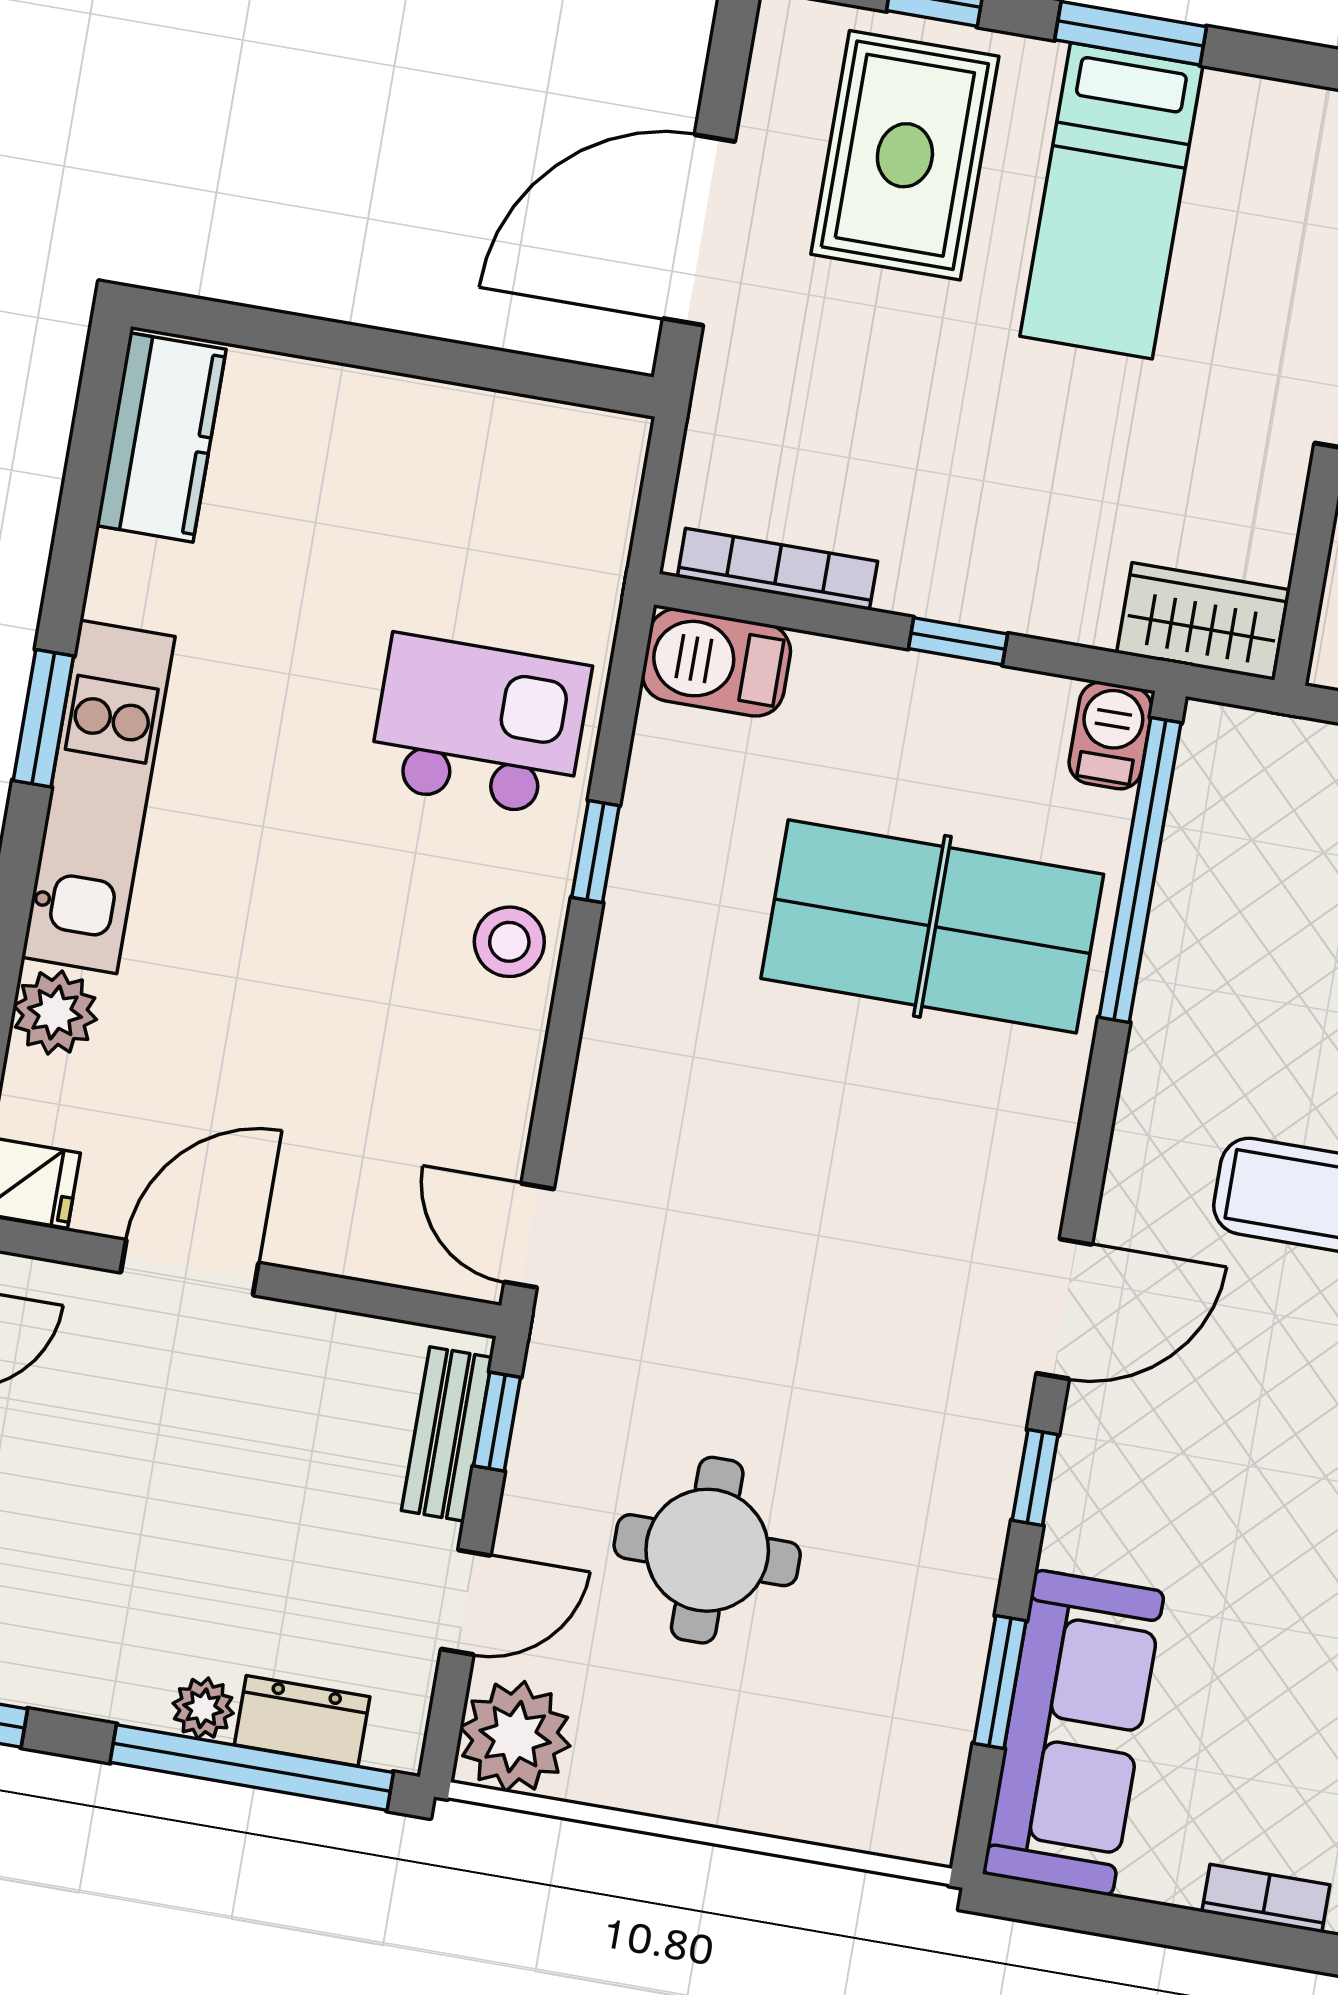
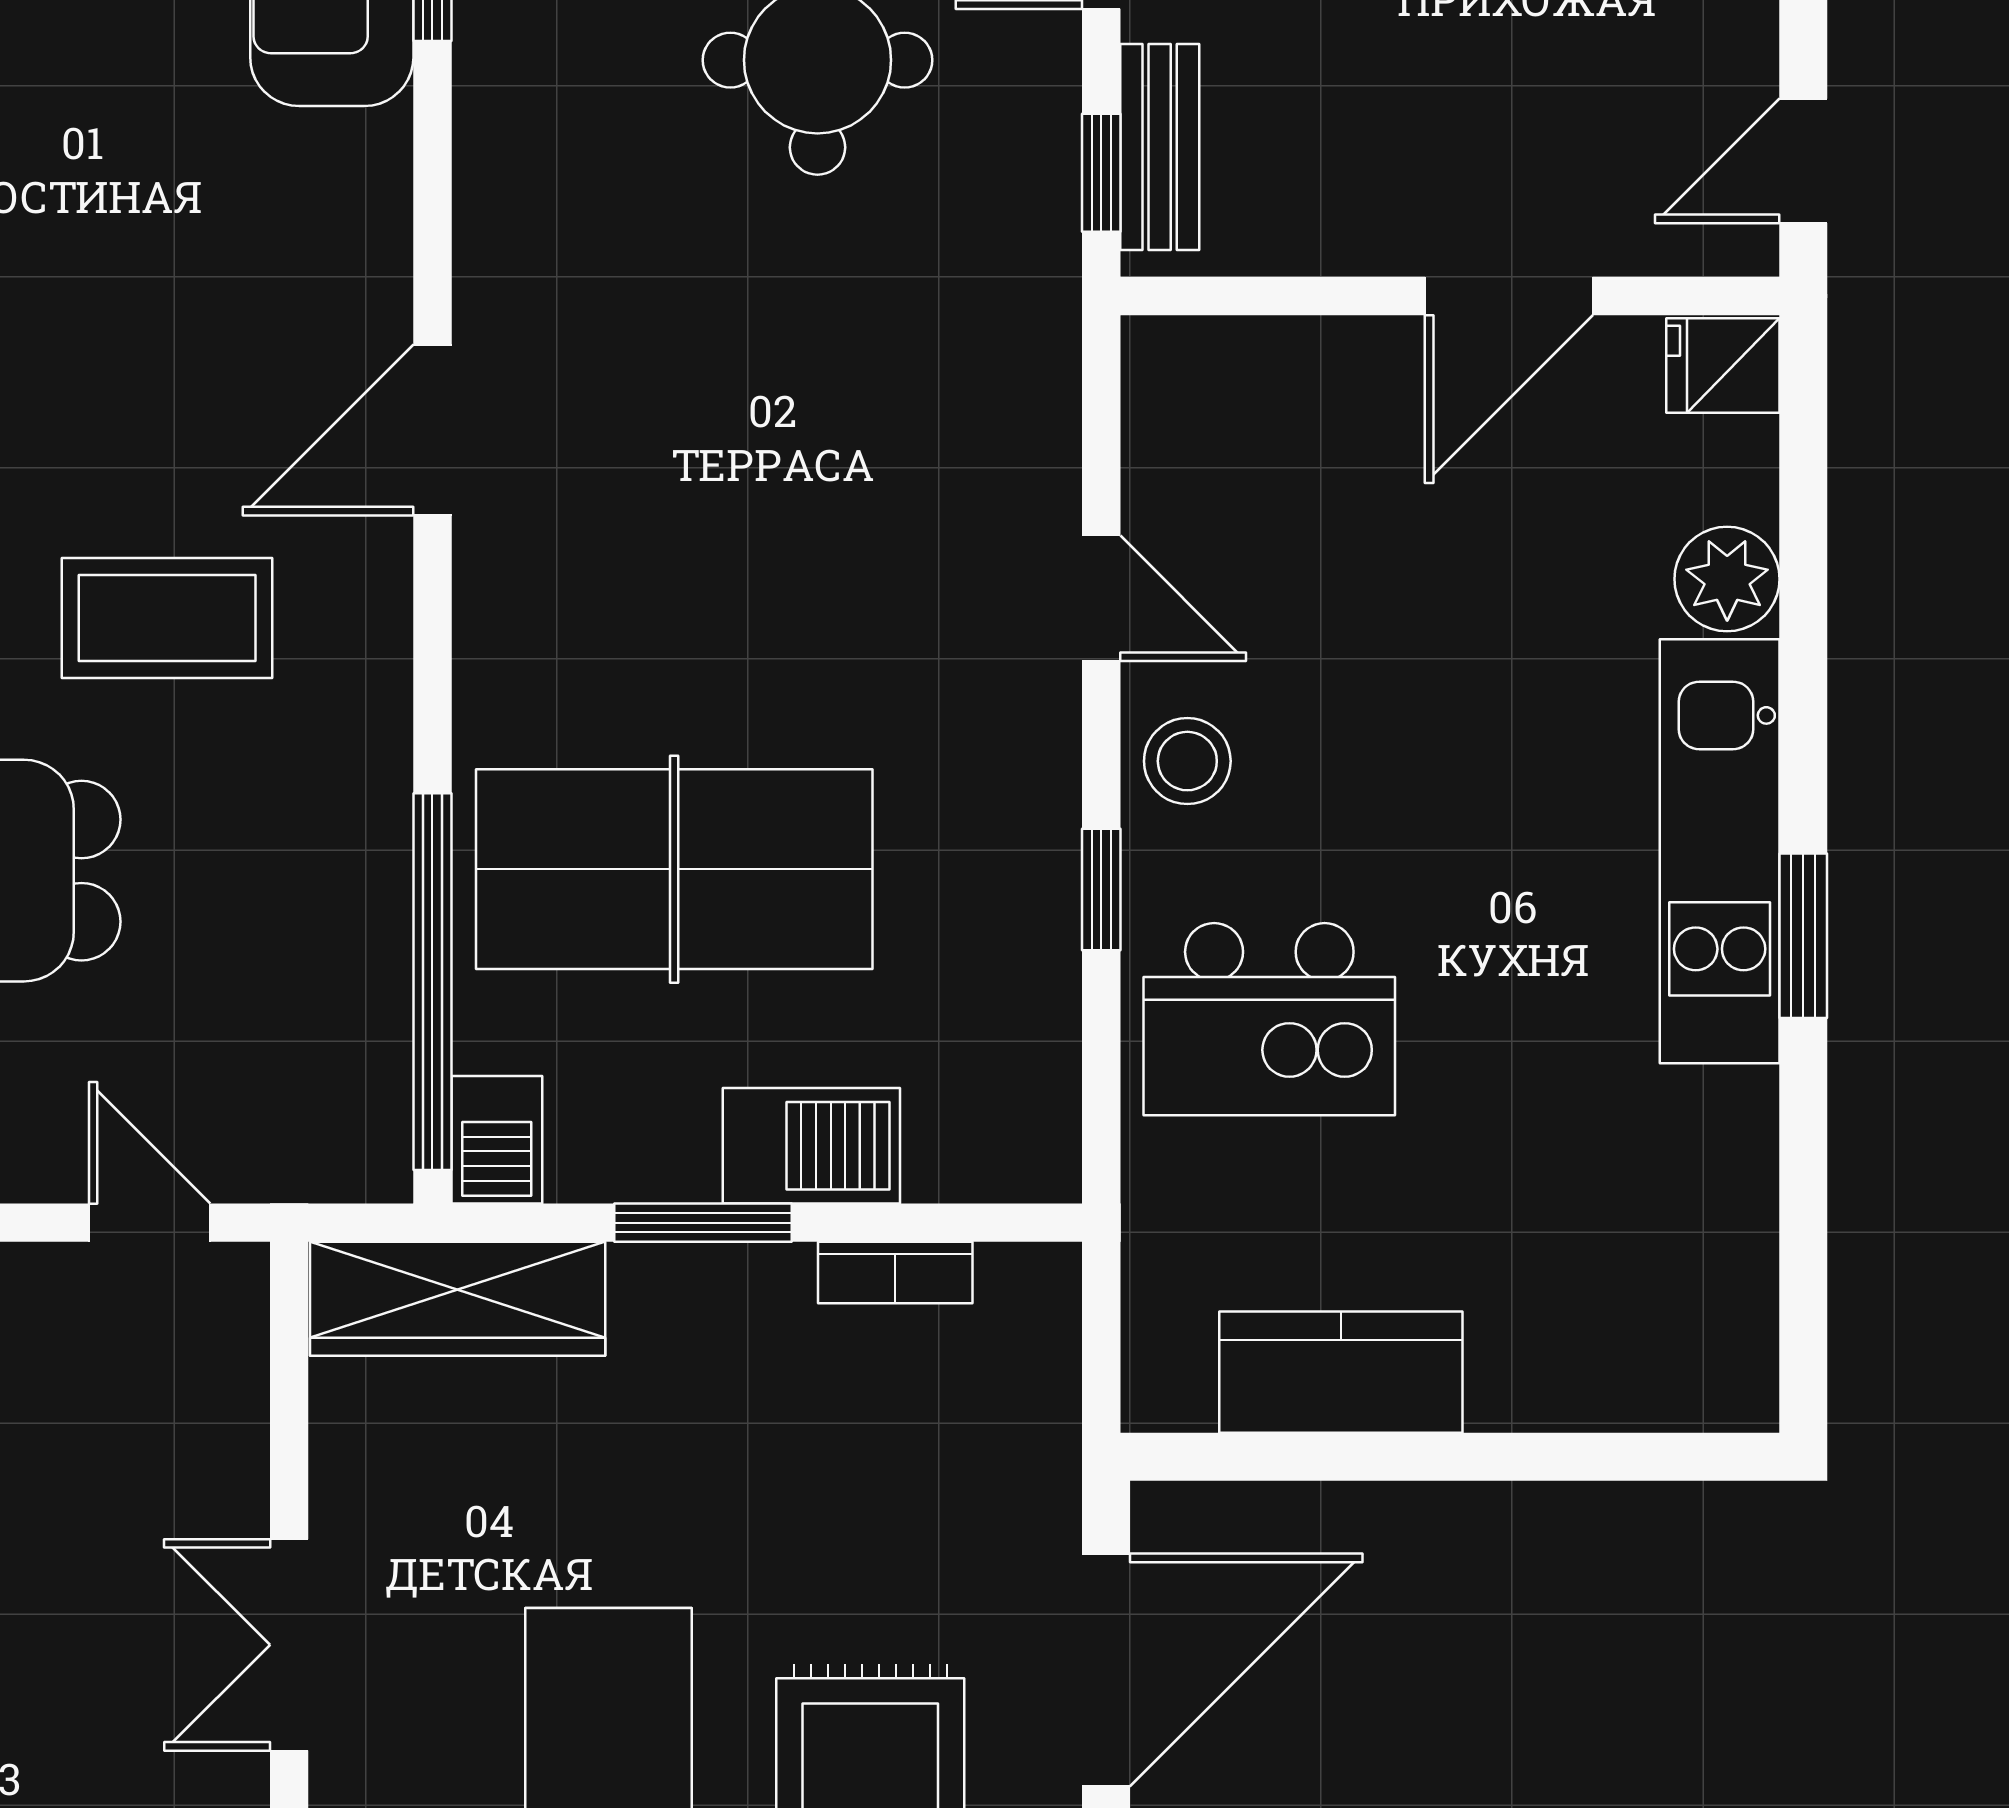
kitchen counter: (161, 437) -> (1341, 1372), moved, turned 90
bookcase: (777, 569) -> (895, 1273), width x0.64
wardrobe: (1203, 621) -> (458, 1299), width x1.50
window: (958, 641) -> (703, 1223), width x1.50
barbecue: (716, 662) -> (811, 1146), moved
door: (529, 1235) -> (1101, 598), moved
window: (1035, 1478) -> (432, 218), removed

